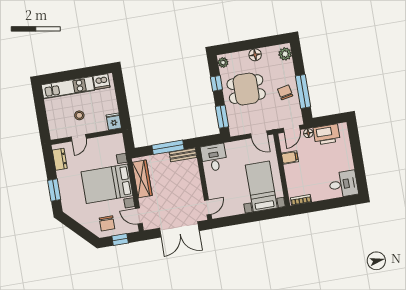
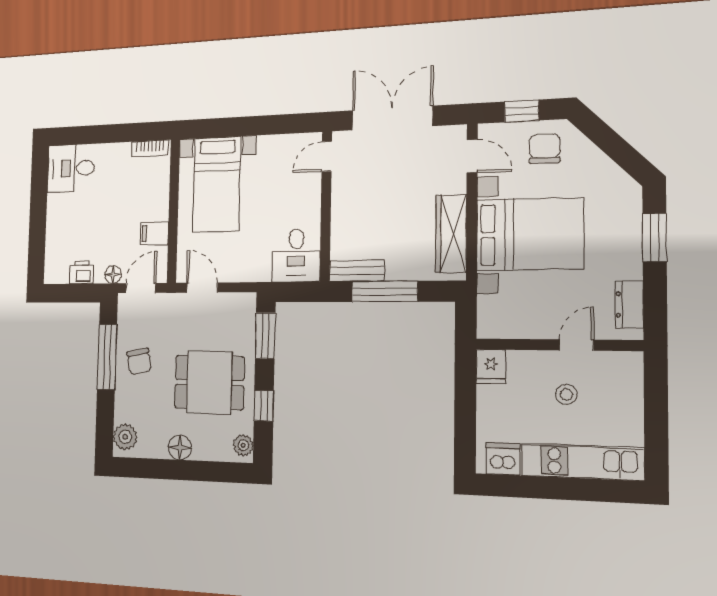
printer: (327, 134) -> (82, 272), width x0.53, depth x0.68

